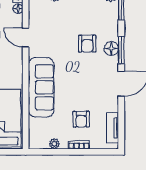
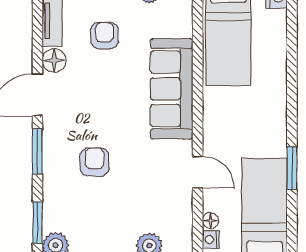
floor lamp: (111, 49) -> (54, 60), moved

